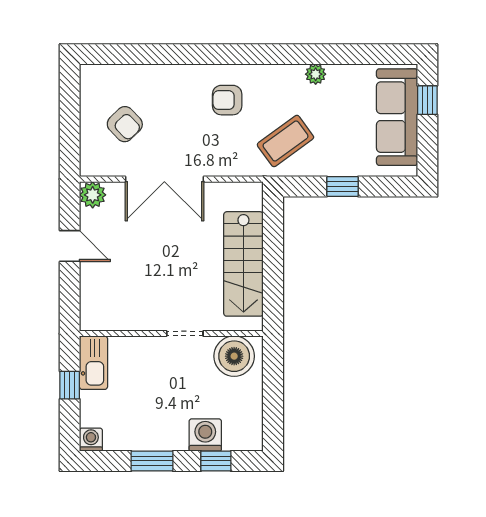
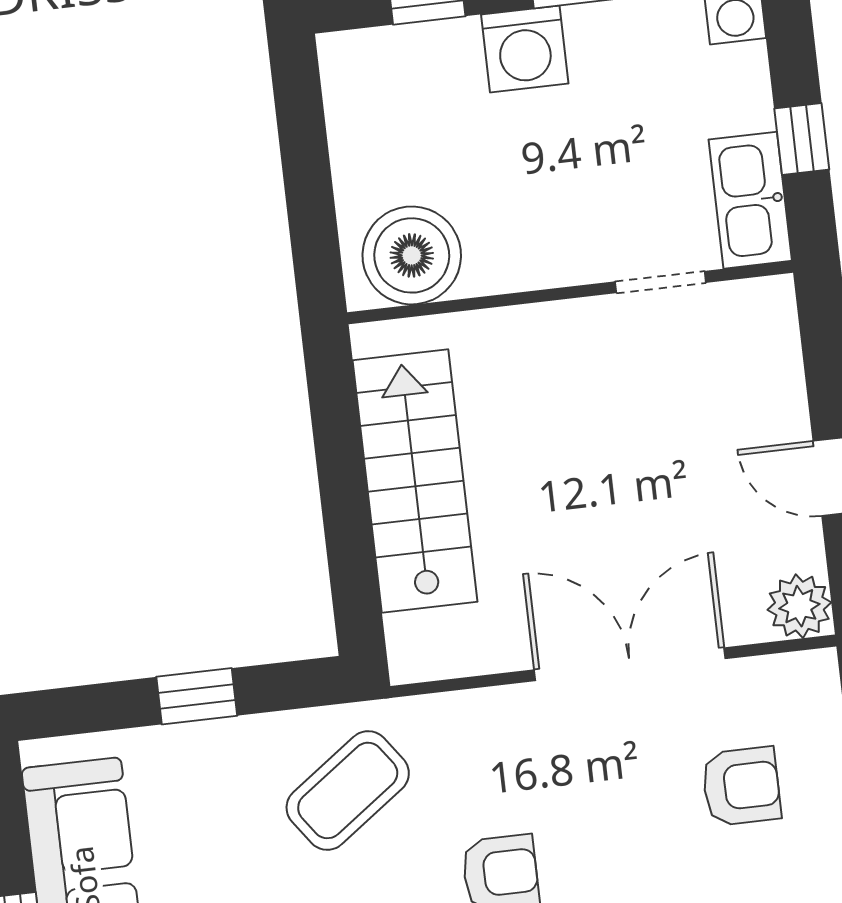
armchair: (125, 124) -> (741, 786), turned 134
doorway: (185, 334) -> (661, 282), moved
washing machine: (205, 435) -> (525, 49), moved

